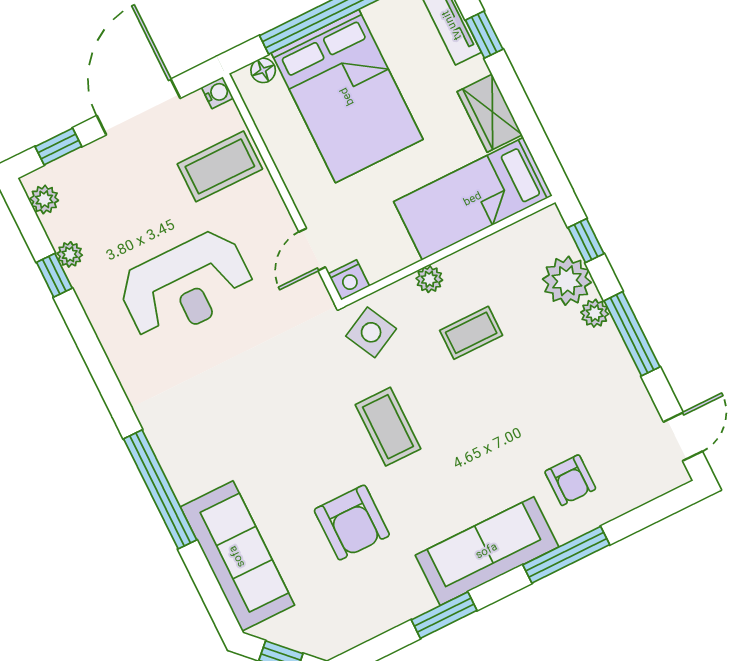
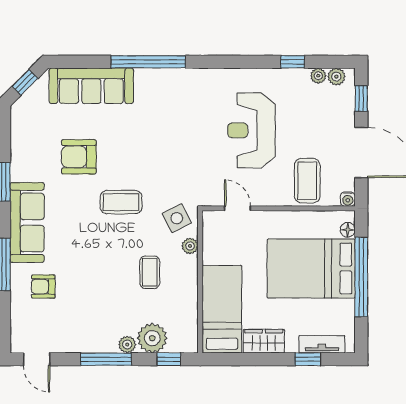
plant: (70, 254) -> (318, 76), moved
plant: (429, 279) -> (190, 246), moved
nightstand: (349, 280) -> (211, 220), removed

